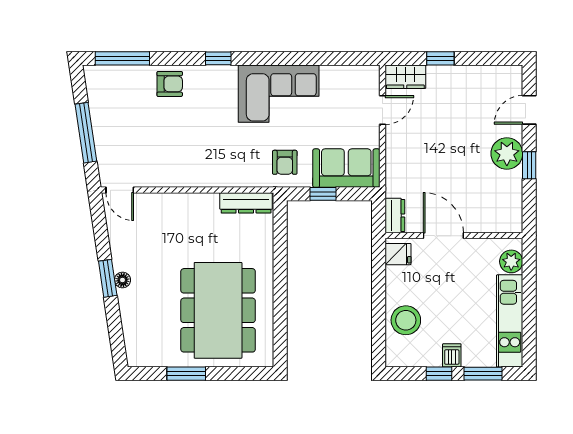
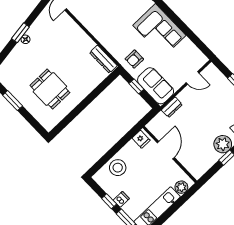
wardrobe: (405, 77) -> (215, 74), removed
dresser: (395, 215) -> (172, 107), moved
dining table: (218, 310) -> (50, 89), width x0.53, depth x0.80

